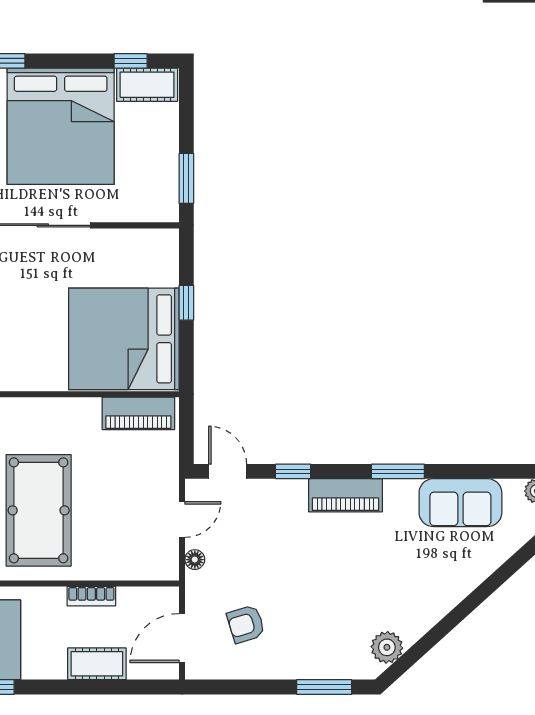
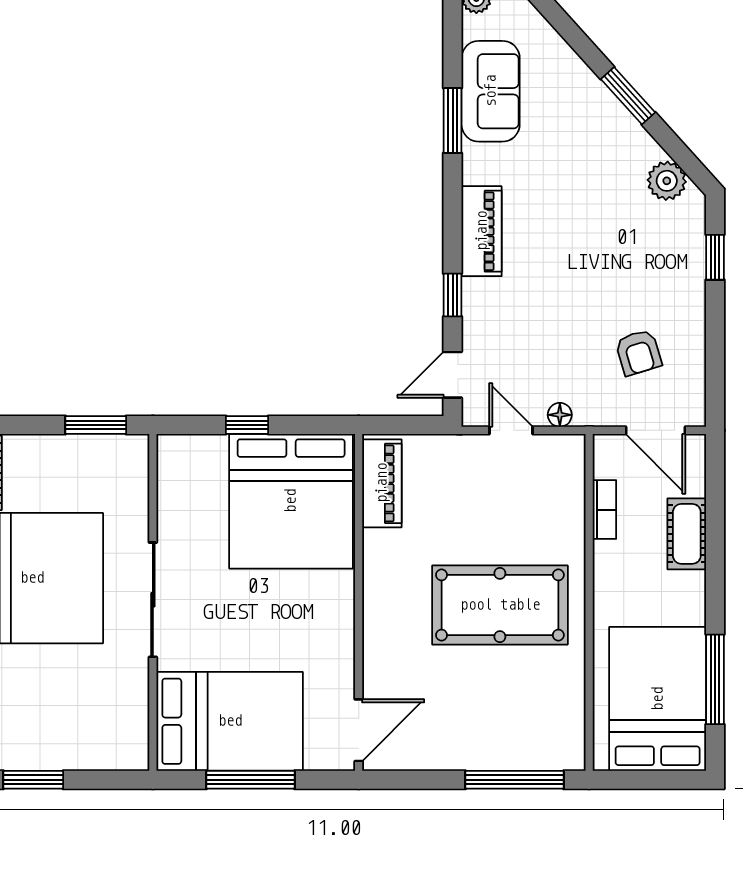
window: (398, 471) -> (453, 120), moved
bookcase: (91, 596) -> (604, 510), moved
window: (457, 616) -> (628, 96), added
window: (324, 687) -> (715, 257), width x0.67

